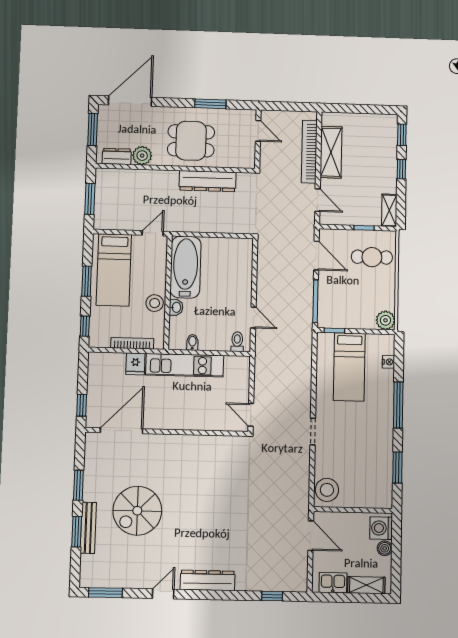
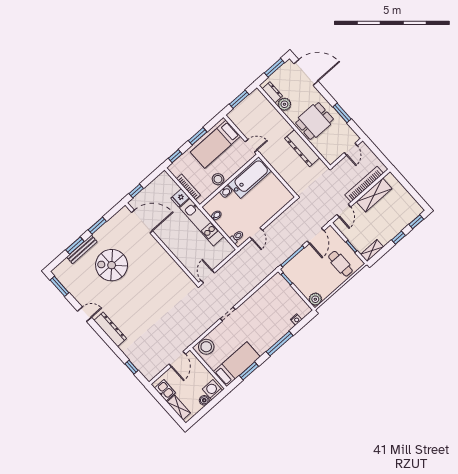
dining table: (191, 141) -> (314, 121), turned 90
bed: (349, 367) -> (237, 364), moved, turned 180

